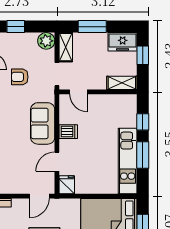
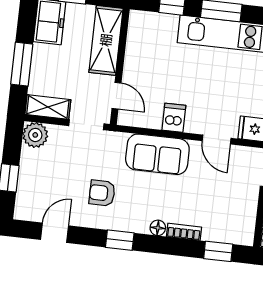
armchair: (20, 77) -> (102, 193), moved, turned 90
shelving: (122, 83) -> (106, 40), width x1.50, depth x1.33
door: (78, 92) -> (116, 96), hinge flipped

